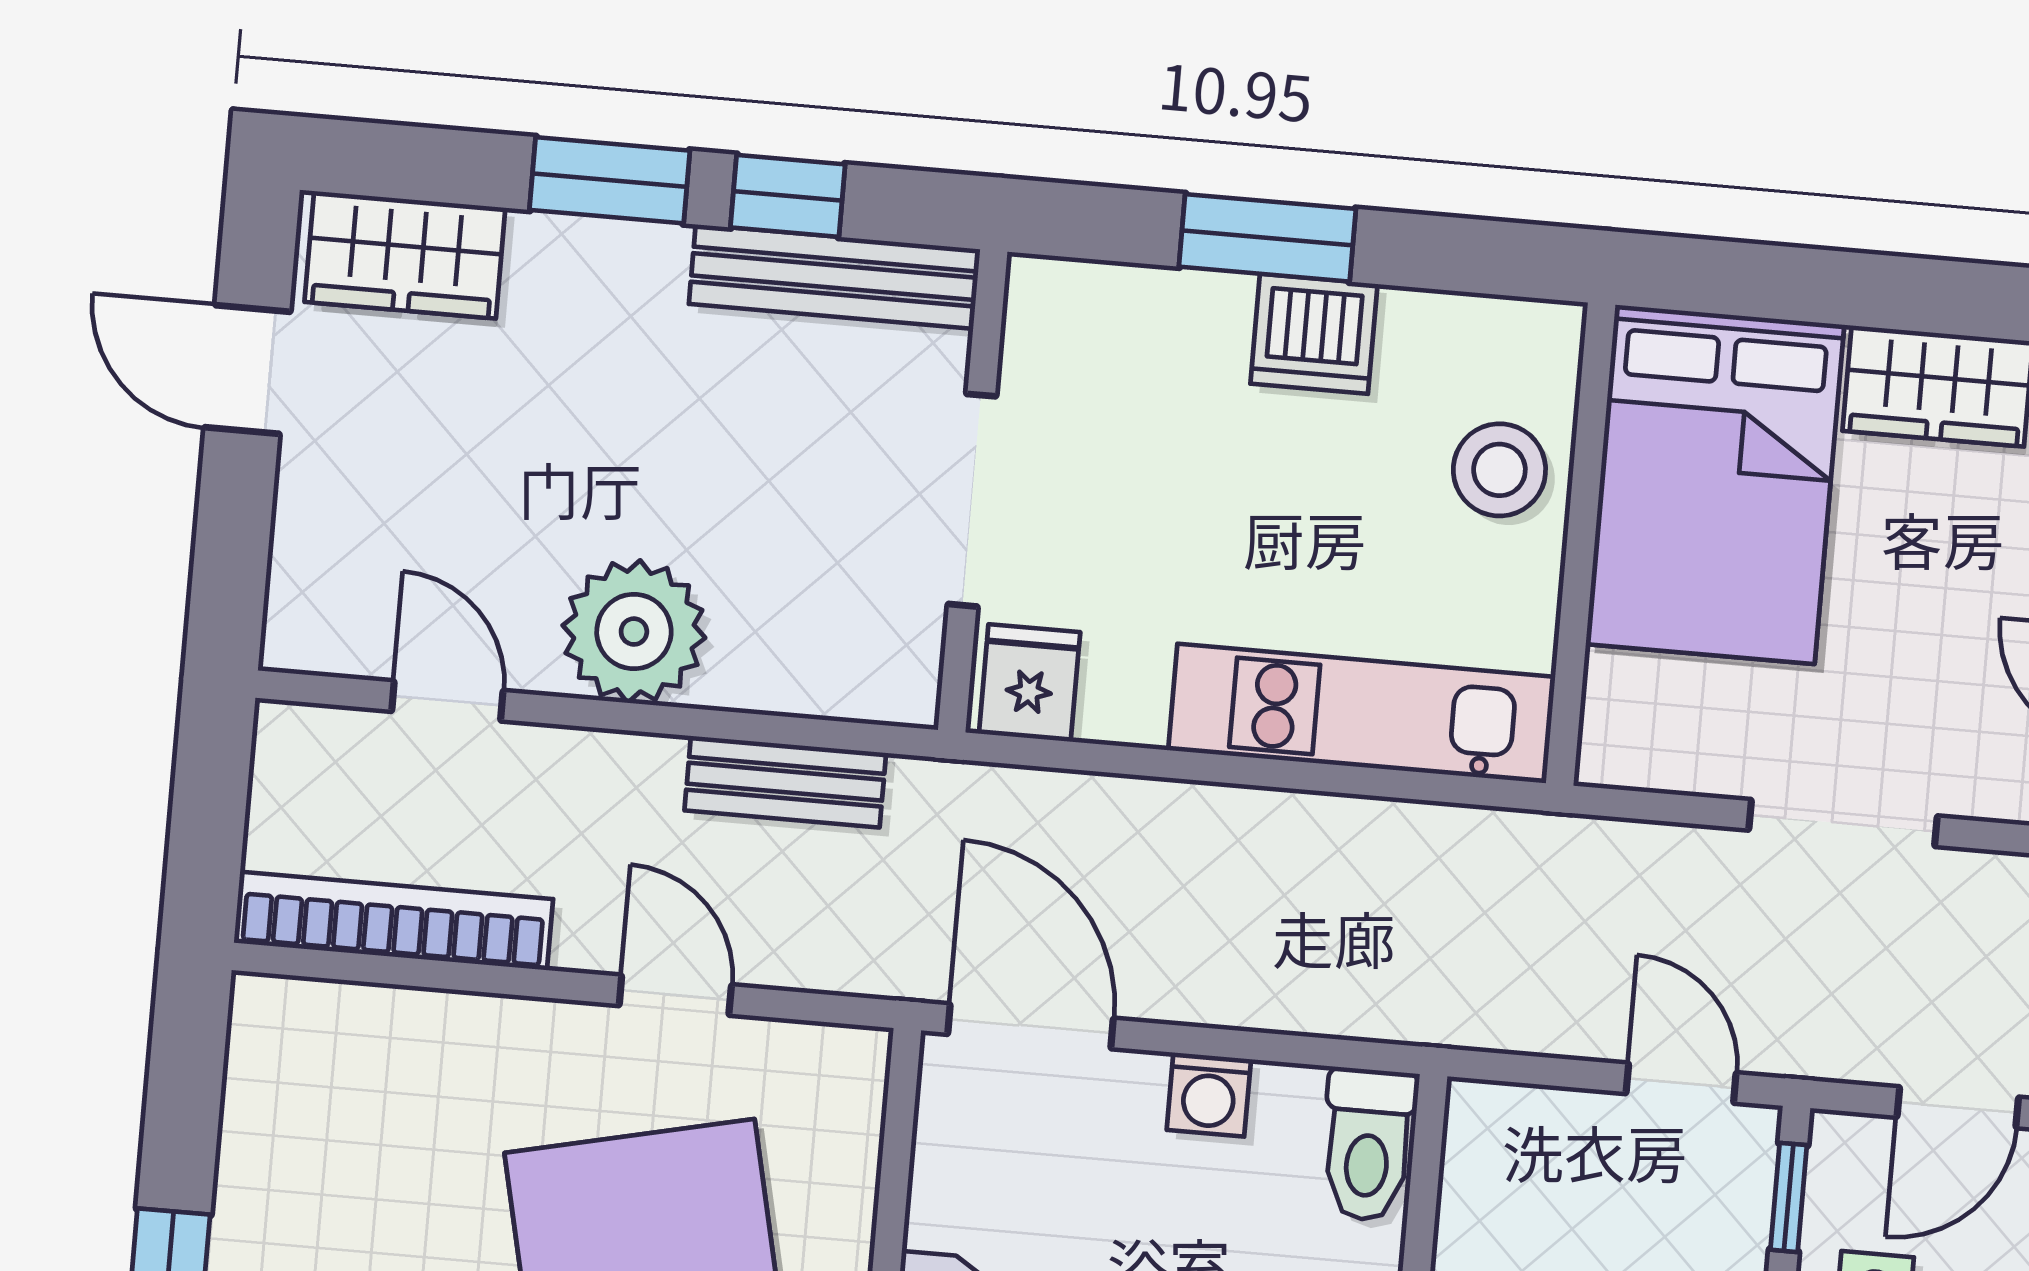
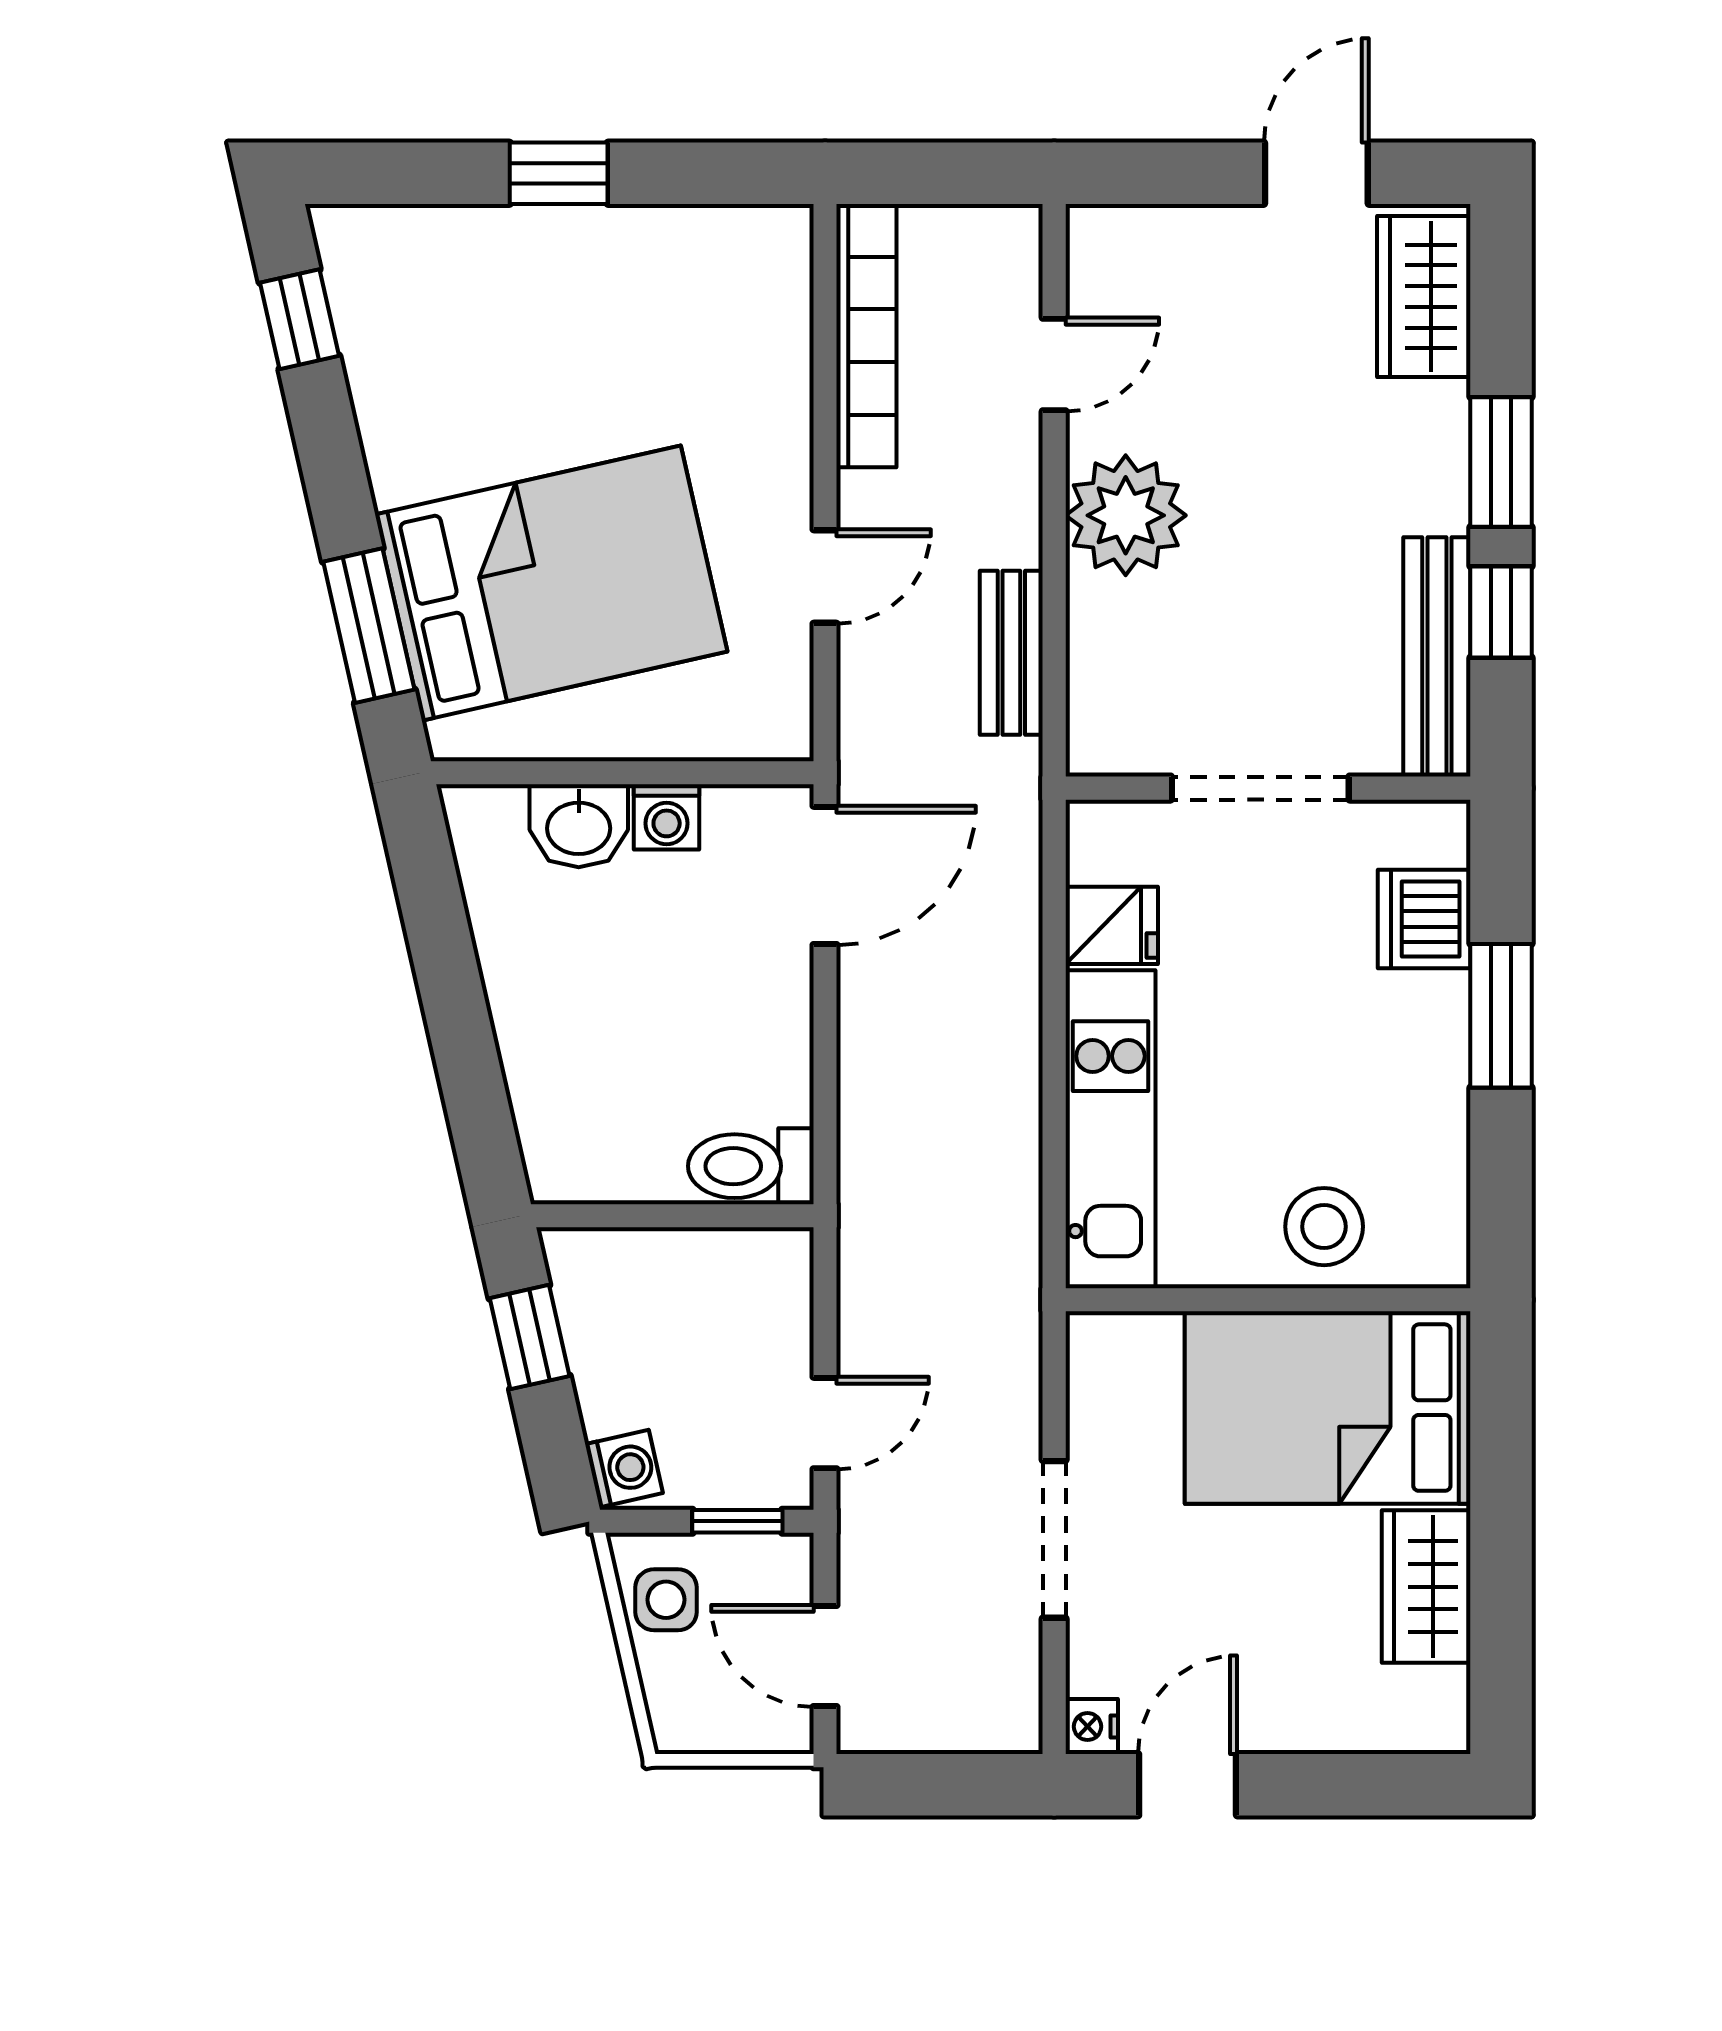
dishwasher: (1314, 334) -> (1424, 919), moved
fridge: (1030, 683) -> (1112, 925), moved
washing machine: (1209, 1095) -> (667, 817), moved, turned -90

